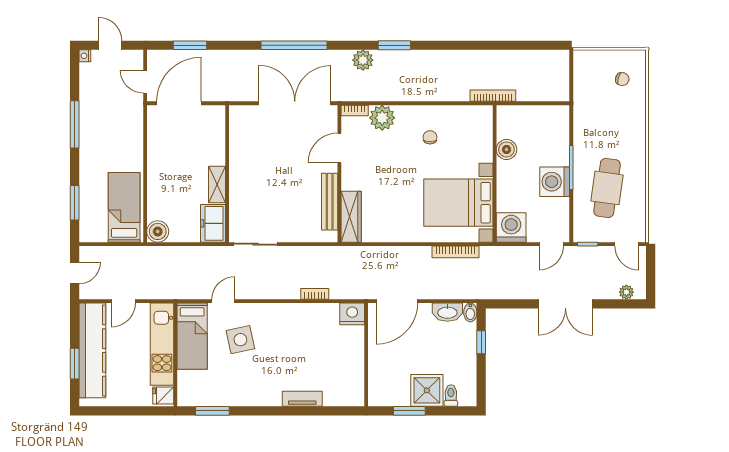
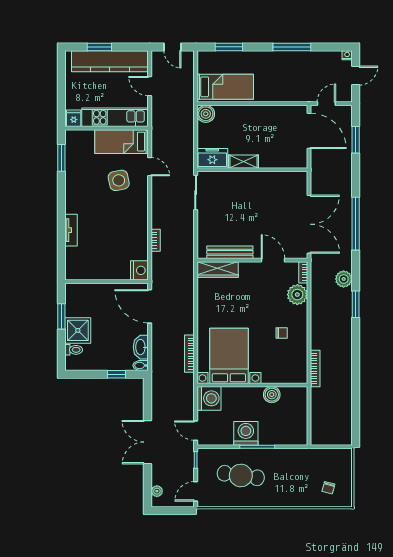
bookcase: (493, 96) -> (315, 369), moved

